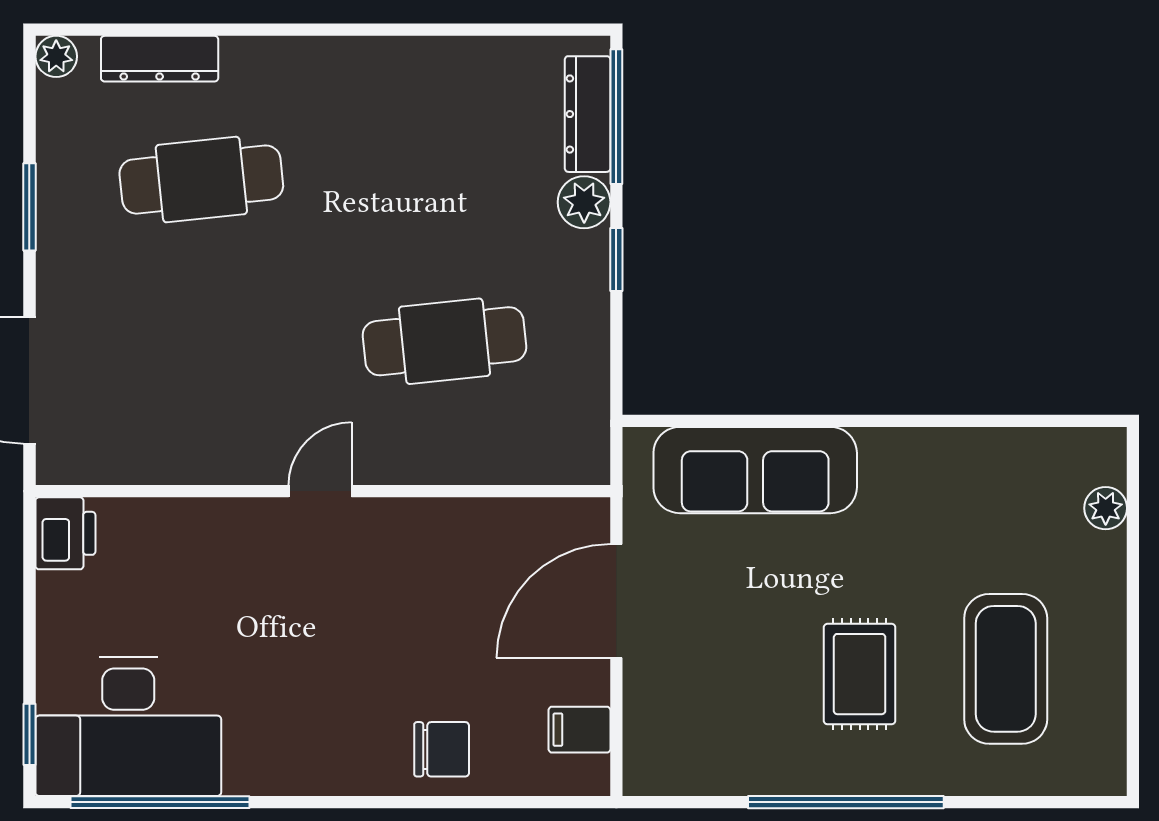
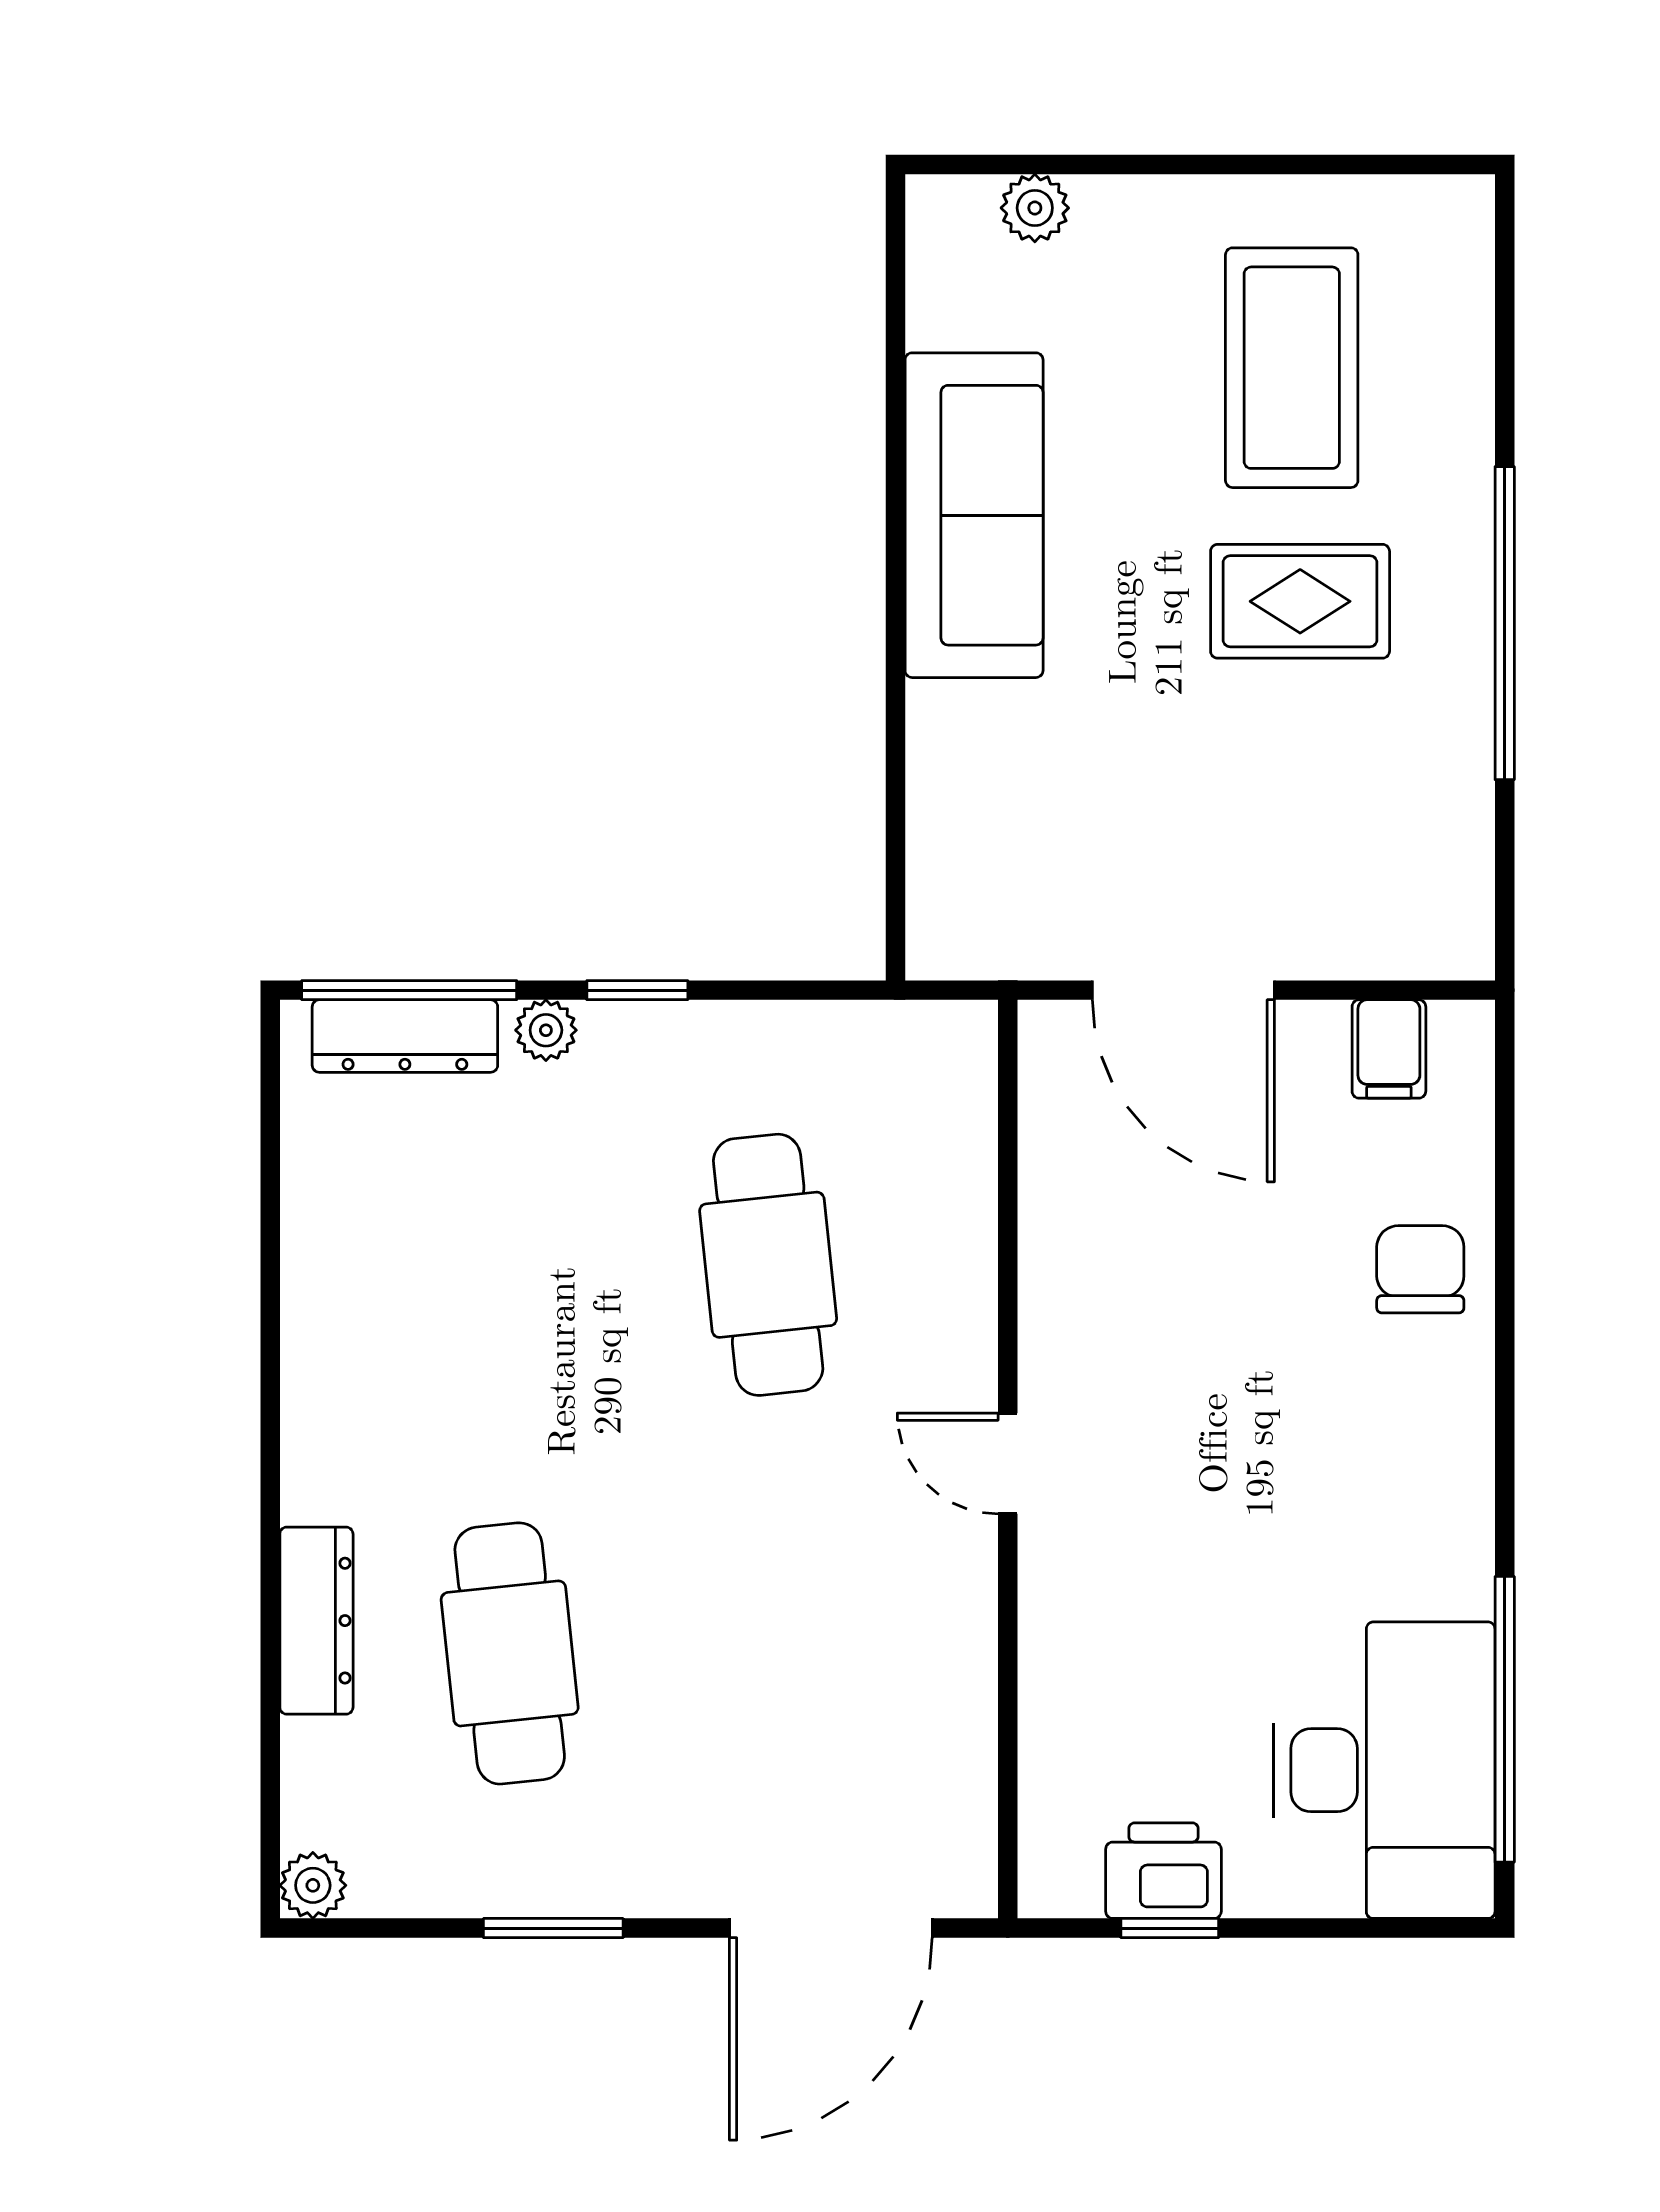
dresser: (160, 59) -> (316, 1621), moved
plant: (584, 202) -> (546, 1030), width x0.73, depth x0.73
sofa: (755, 470) -> (974, 515), moved
printer: (65, 533) -> (1163, 1871), moved
coffee table: (1006, 669) -> (1292, 368), turned 90
window: (29, 734) -> (1170, 1928), moved

